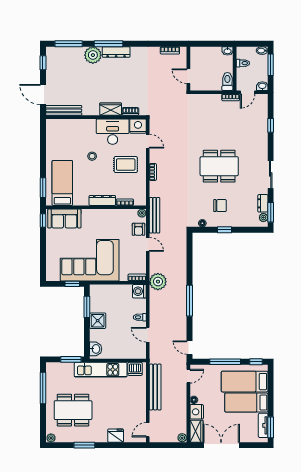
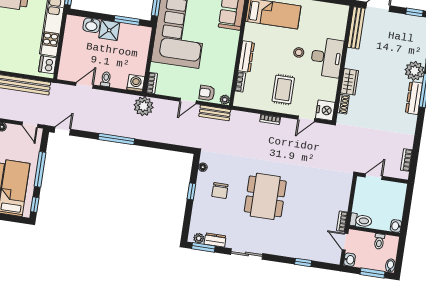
desk: (113, 132) -> (327, 57), moved
bench: (155, 215) -> (215, 113), width x0.73
washbasin: (96, 349) -> (91, 25), moved

